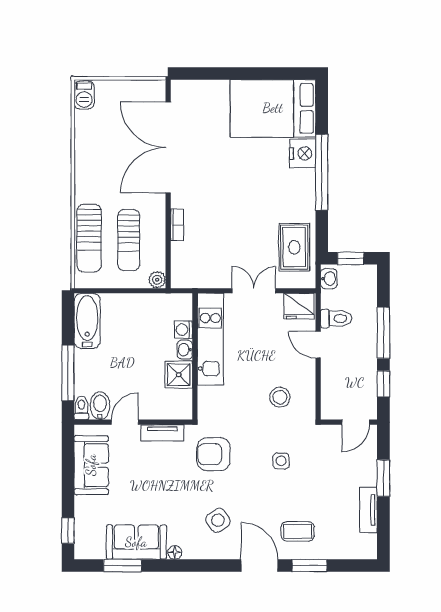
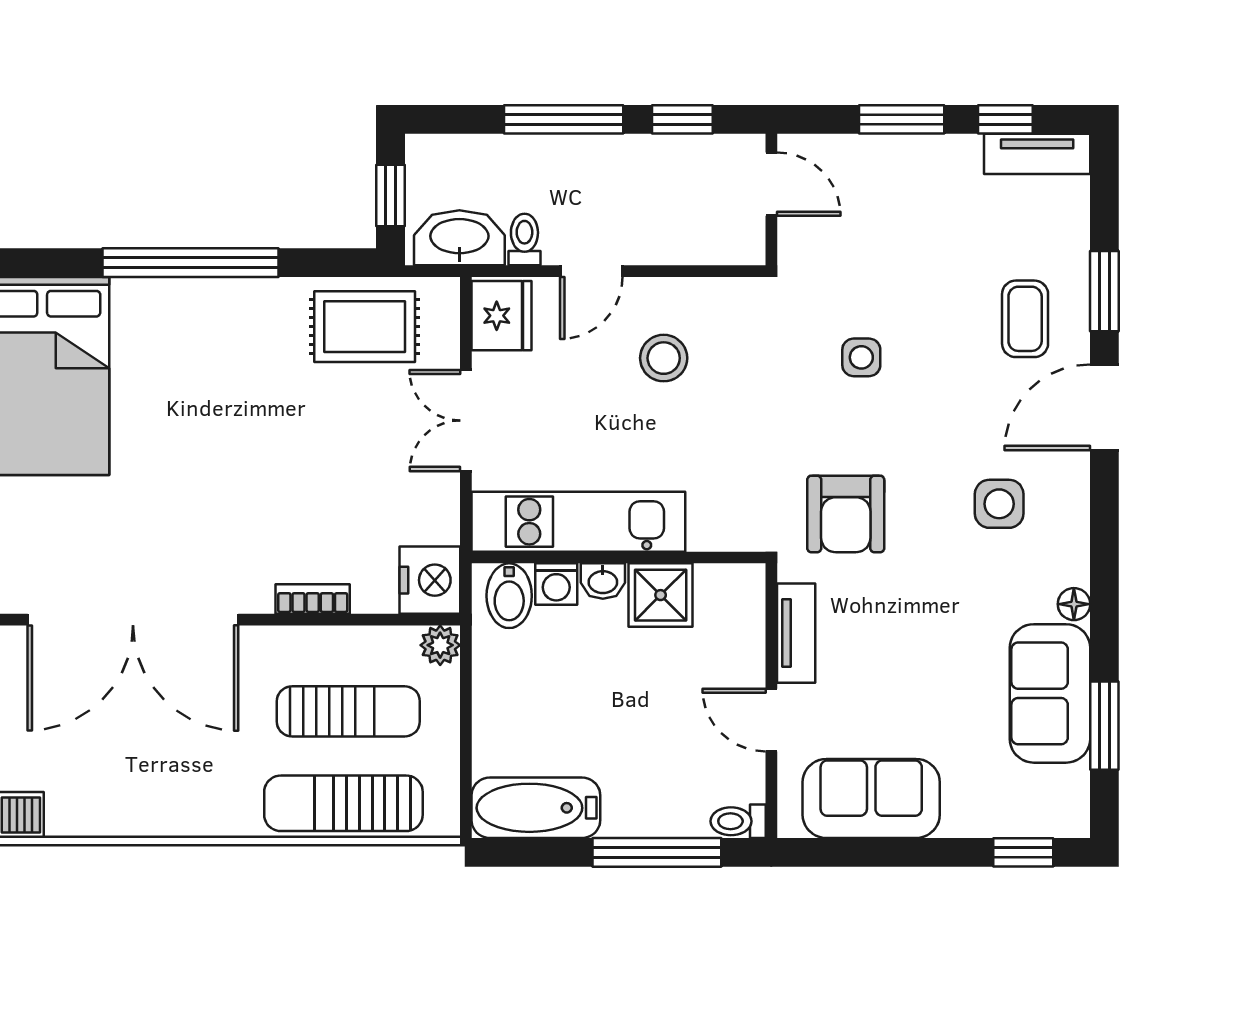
nightstand: (303, 153) -> (430, 580), moved, turned 90
sun lounger: (89, 238) -> (343, 803), turned 180
washbasin: (329, 279) -> (459, 238), width x1.91, depth x1.45
toilet: (336, 318) -> (524, 239), width x0.73, depth x0.72
stool: (280, 397) -> (664, 358), moved
bidet: (100, 406) -> (509, 596), moved, turned -90
tv unit: (369, 510) -> (1037, 154), moved
side table: (218, 520) -> (999, 504), turned 34
window: (383, 523) -> (1005, 119), added

